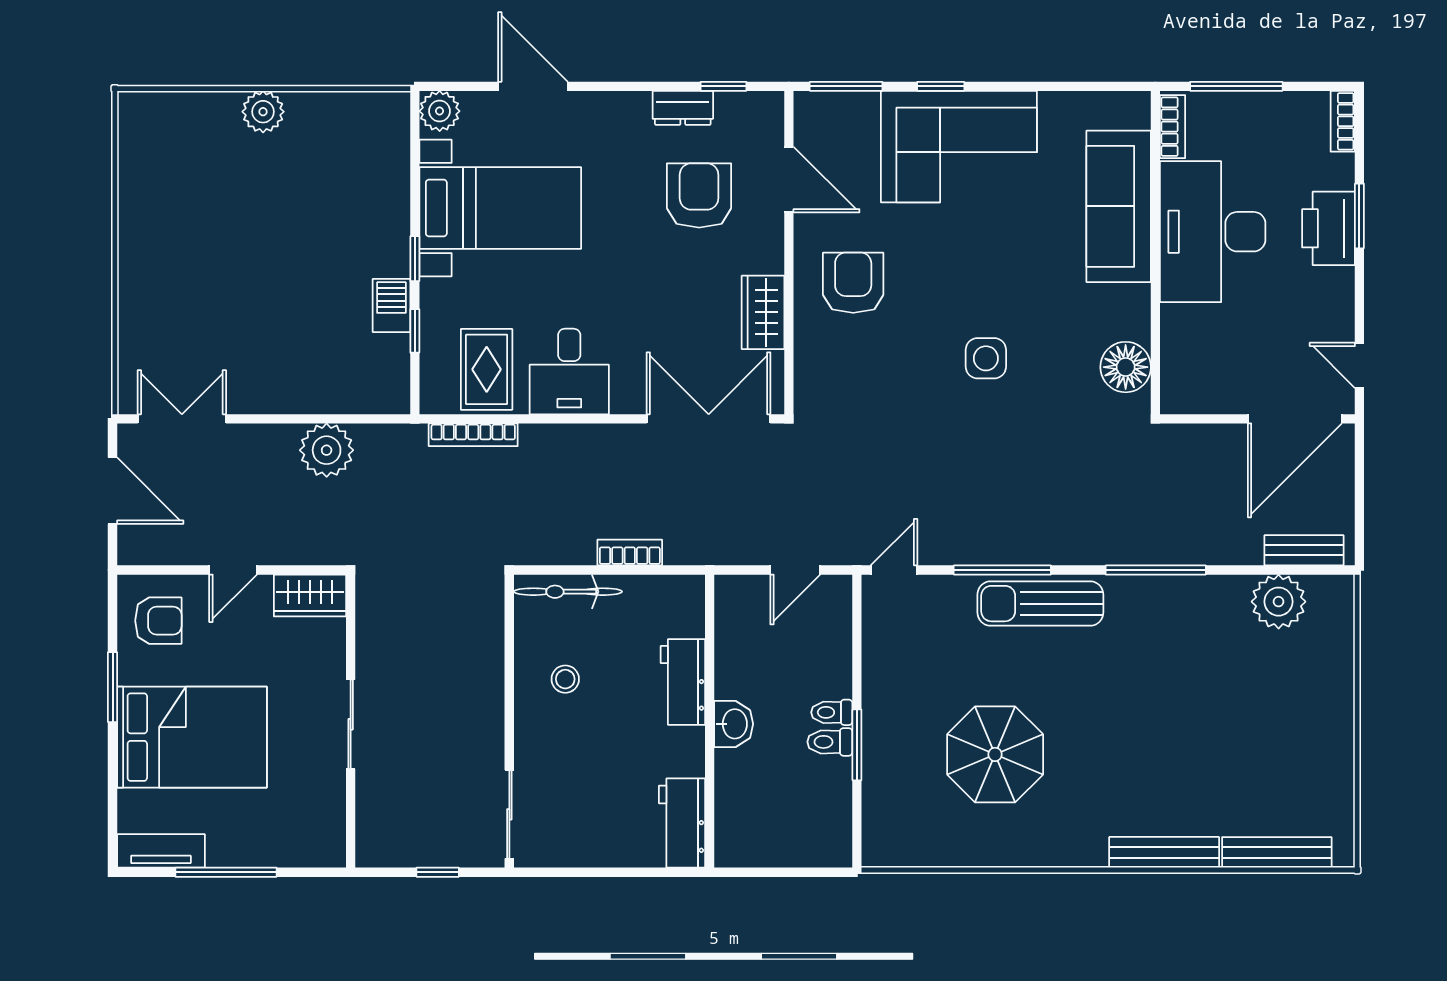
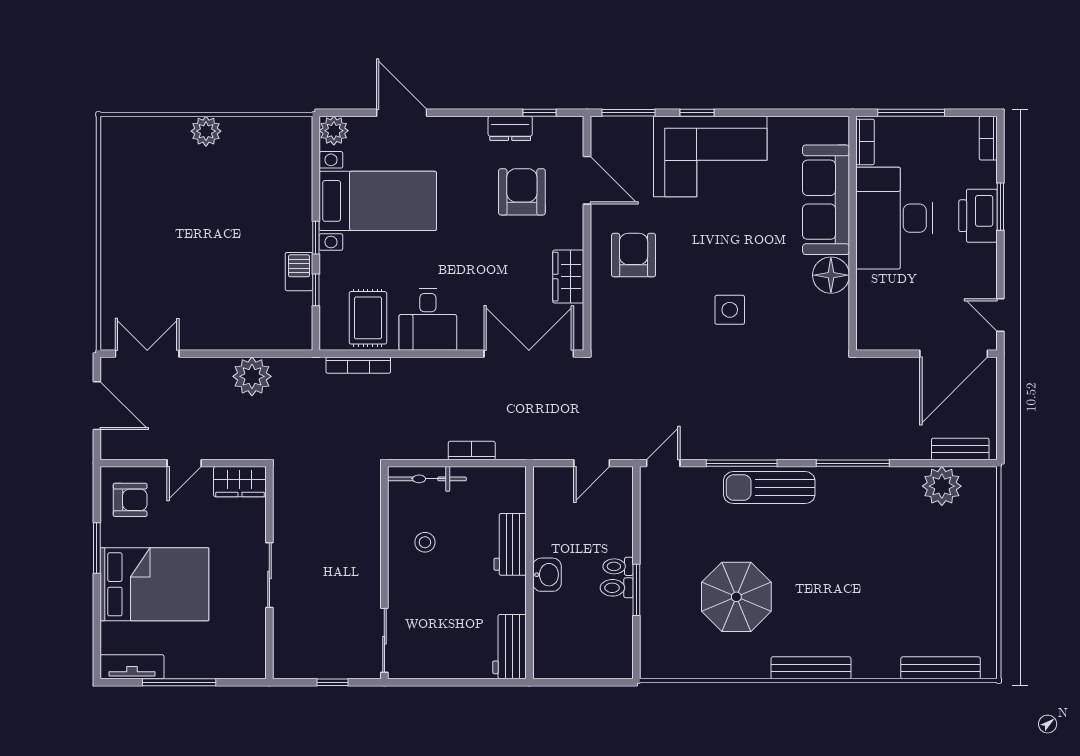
floor lamp: (1126, 367) -> (831, 275), moved
bench: (1164, 852) -> (811, 668), moved

